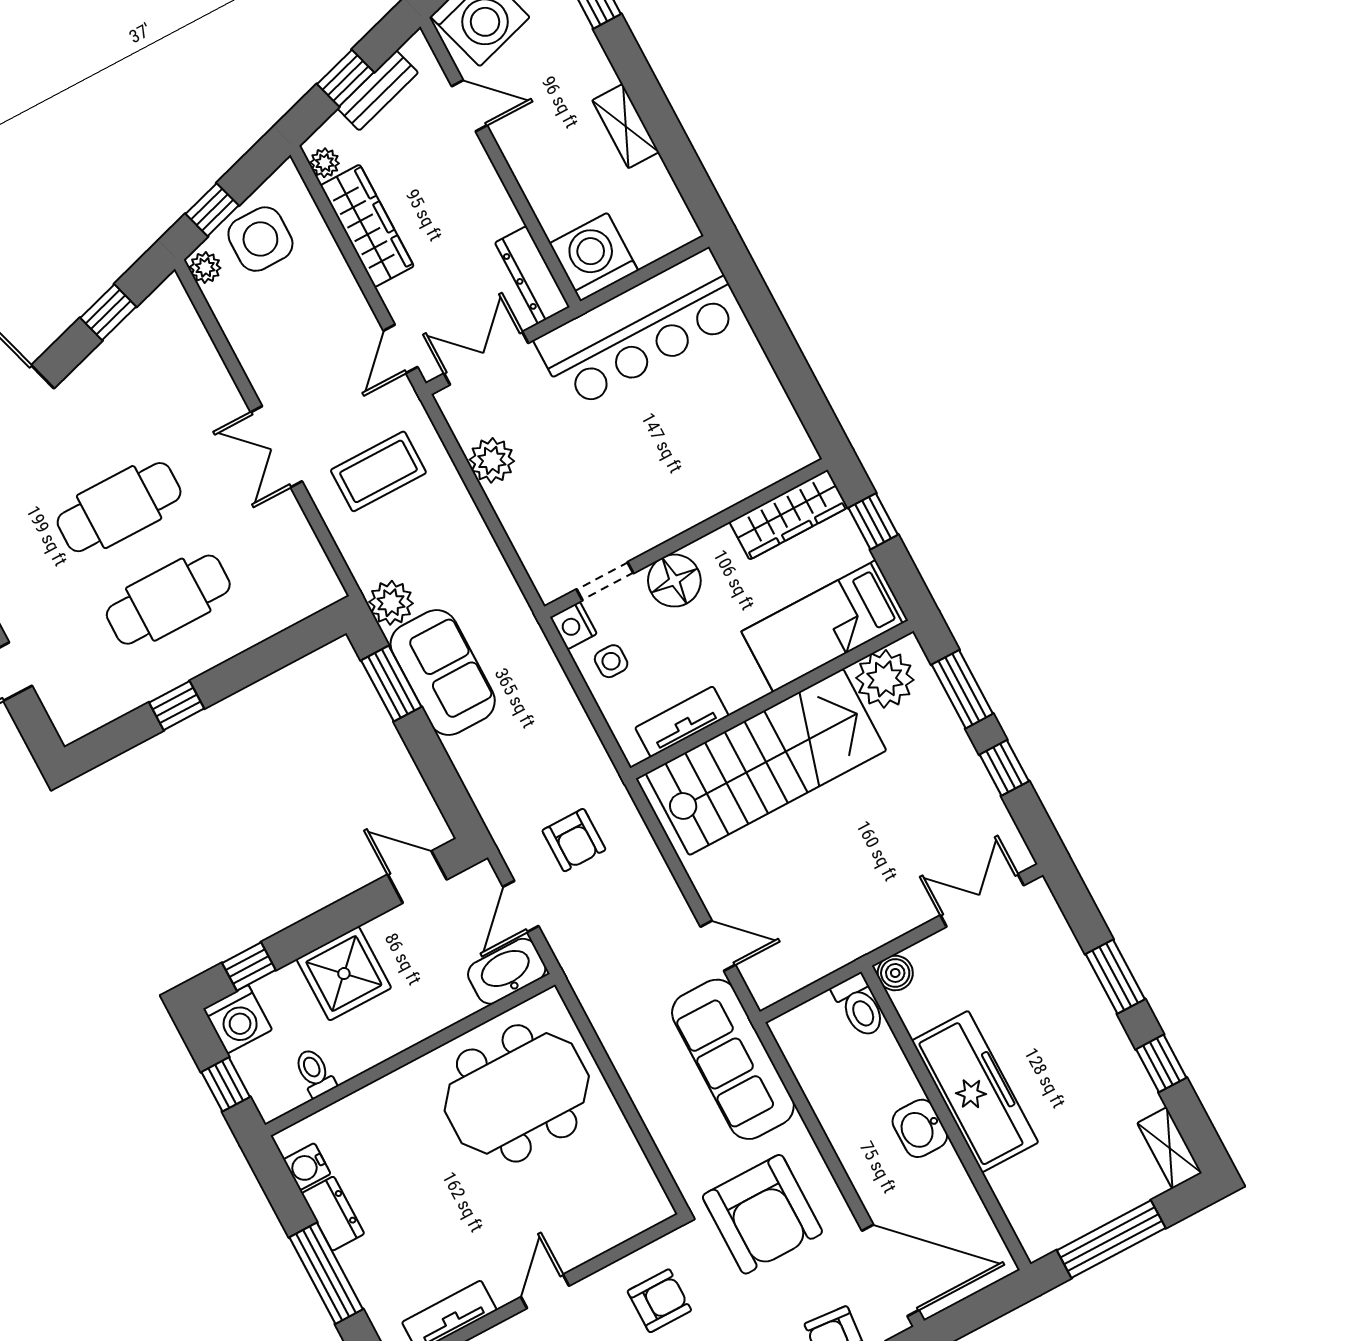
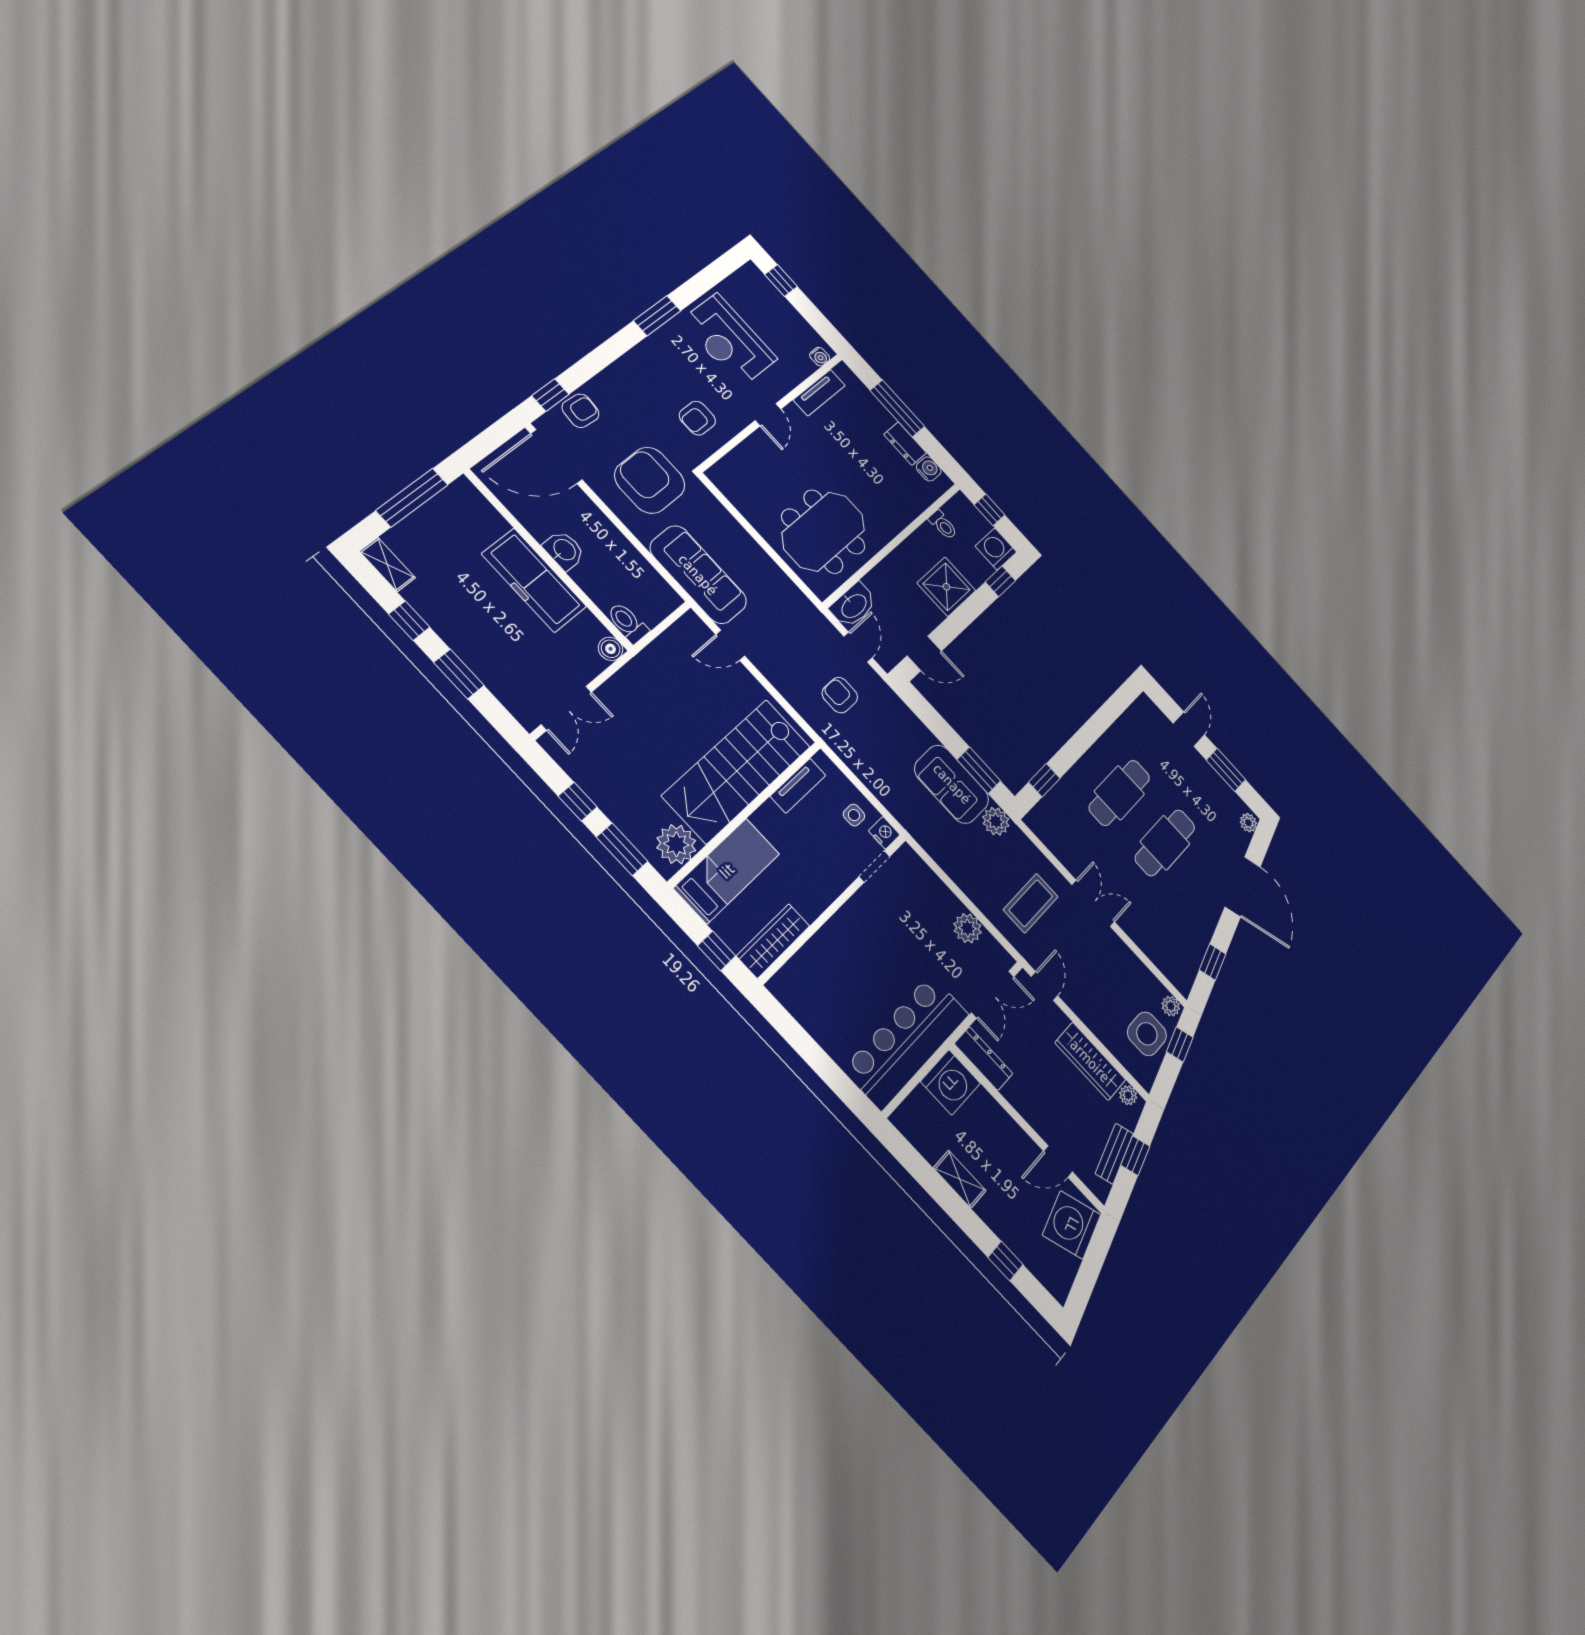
floor lamp: (674, 581) -> (832, 878), removed
window: (177, 706) -> (1044, 780), moved

